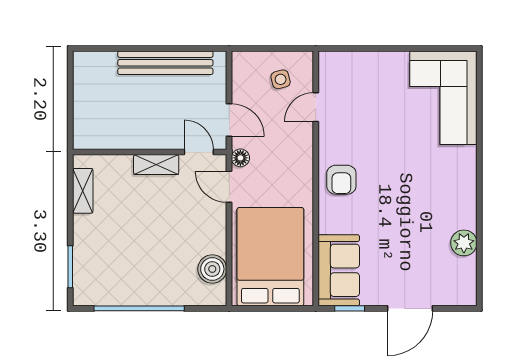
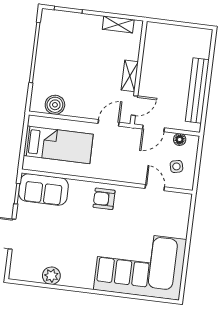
corner sofa: (443, 98) -> (140, 265), width x1.36, depth x1.36
floor lamp: (240, 158) -> (180, 140), moved
bed: (270, 257) -> (58, 145), width x0.67

